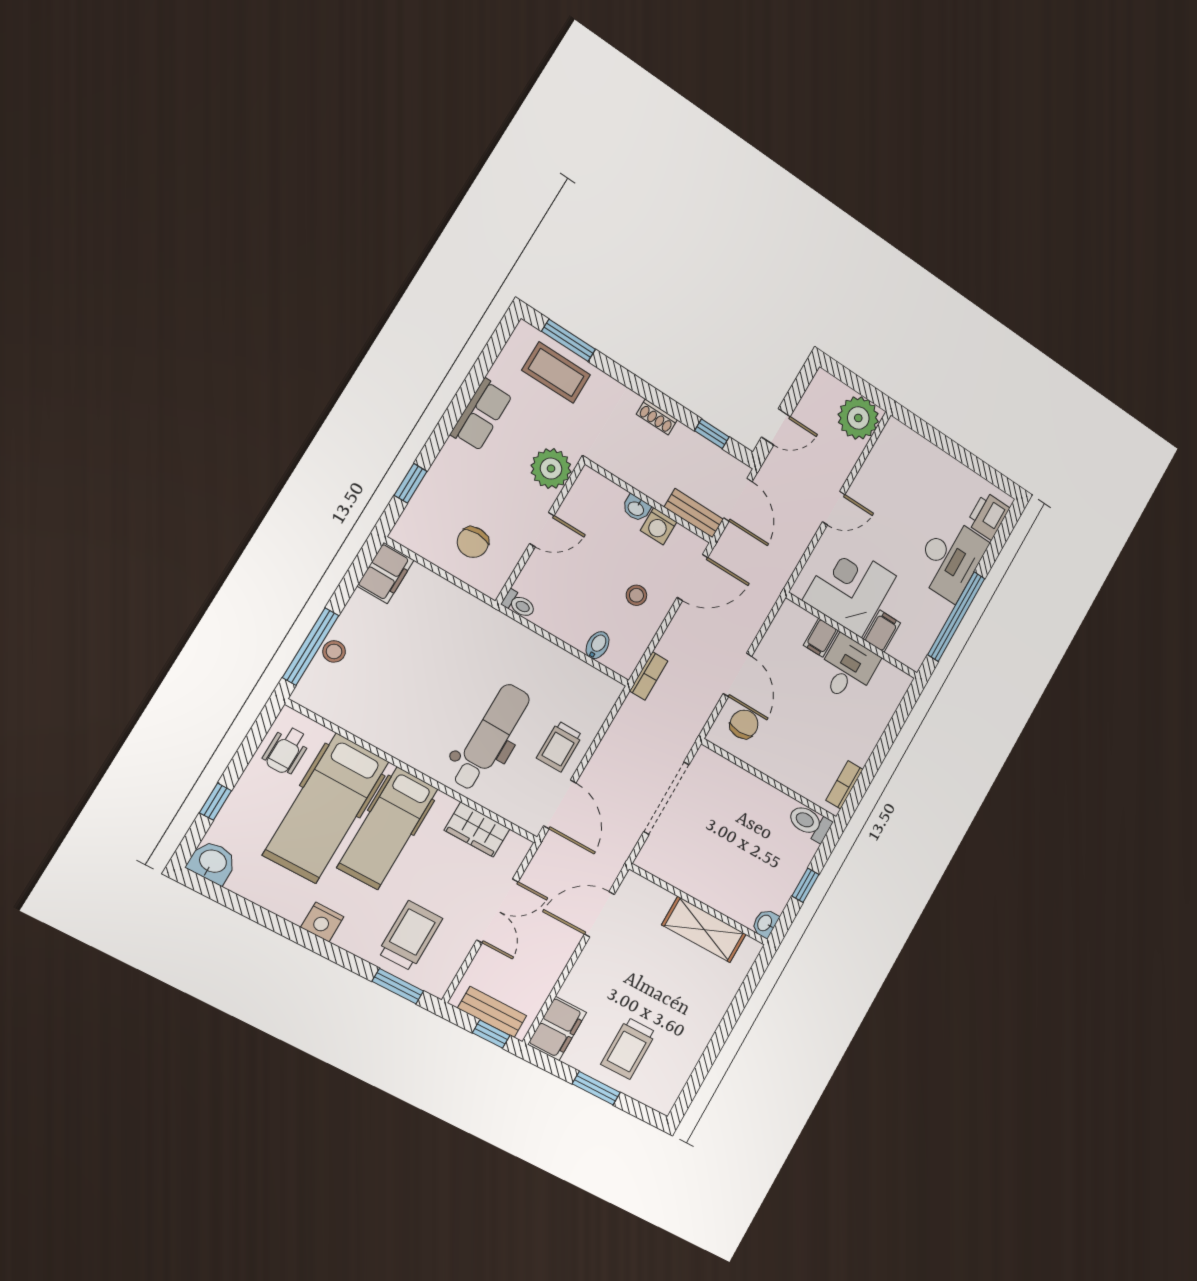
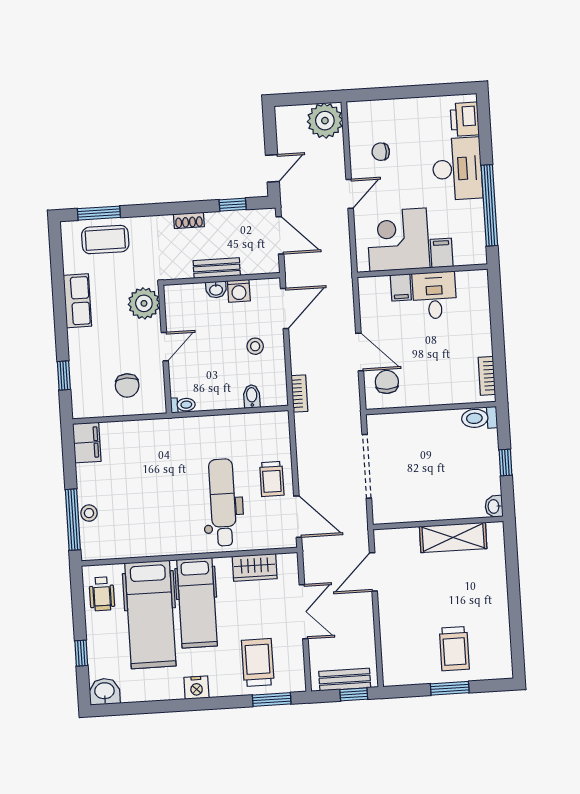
chair: (891, 489) -> (381, 152), added
bench: (694, 513) -> (217, 268), moved
filing cabinet: (557, 1028) -> (396, 664), removed

